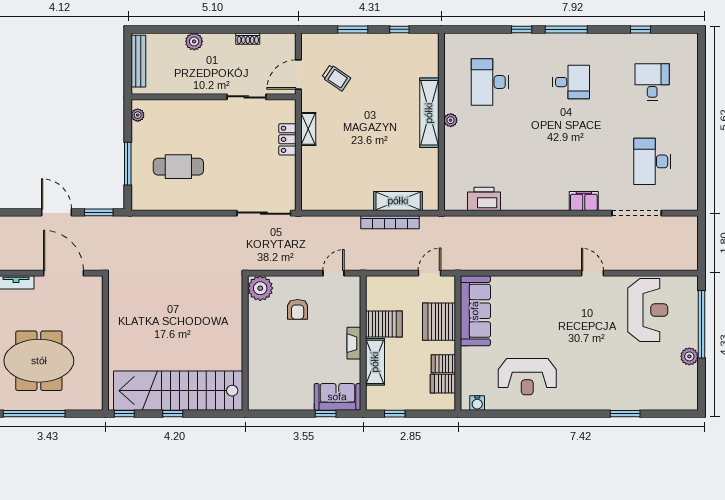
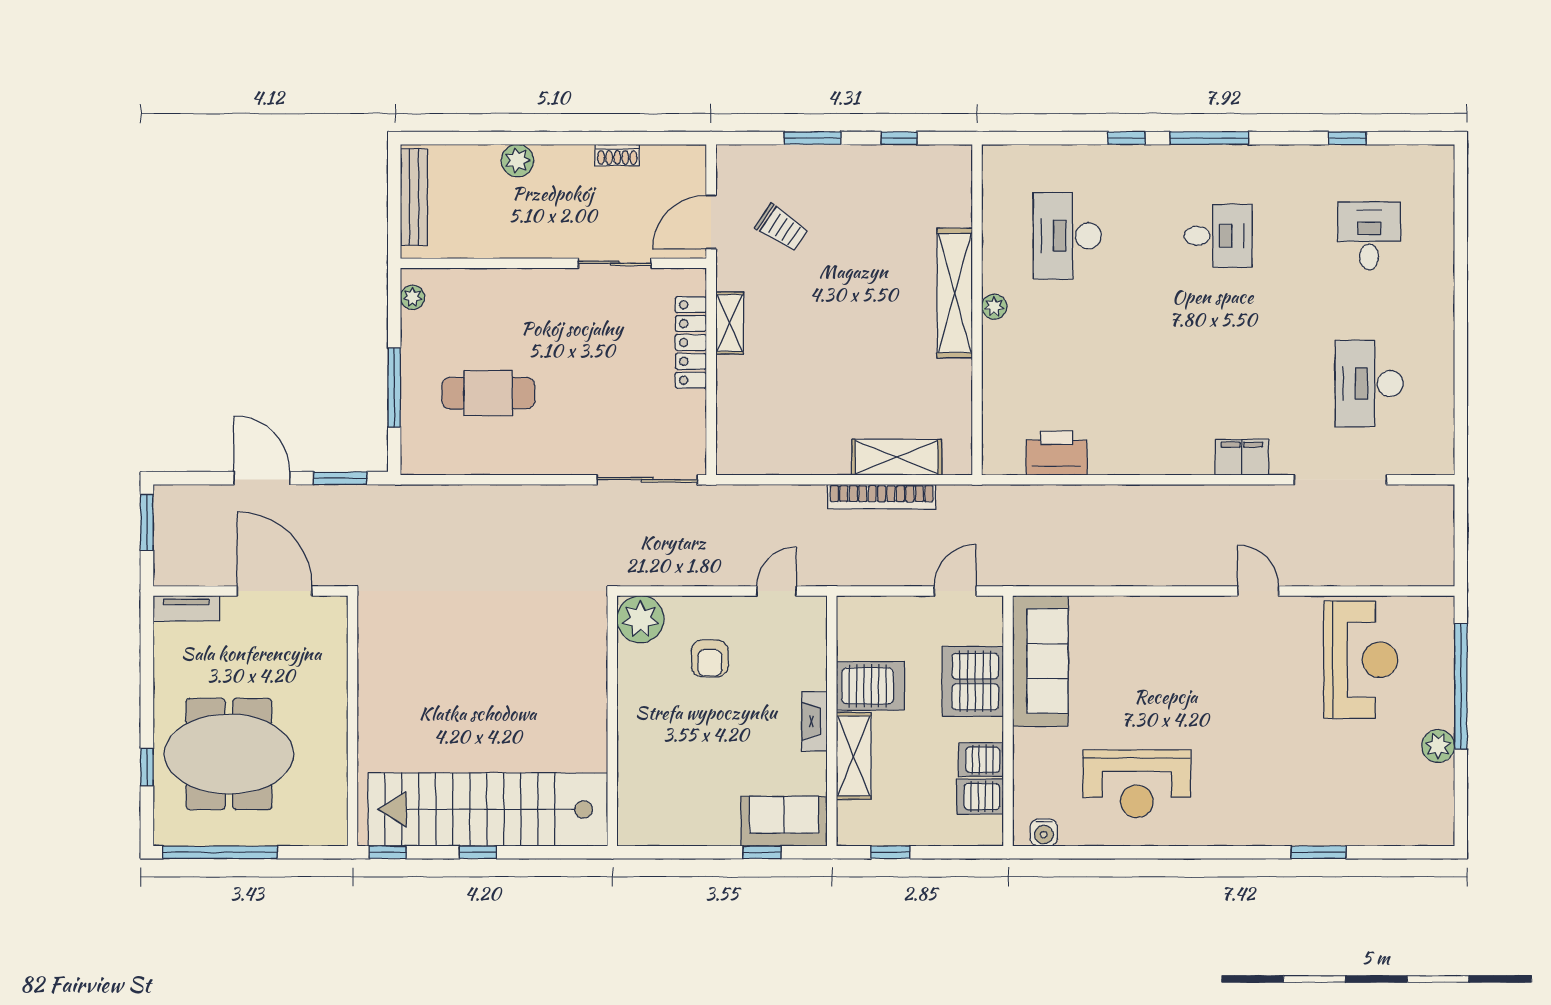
locker: (287, 139) -> (691, 342), width x1.53

